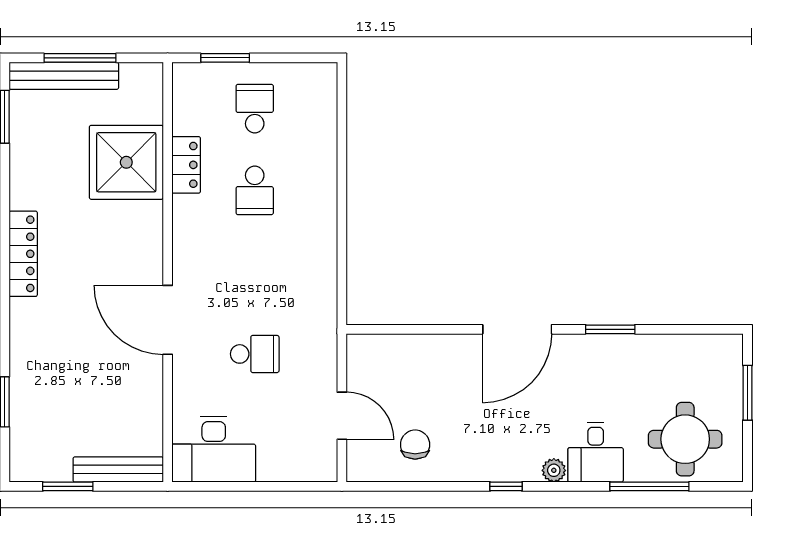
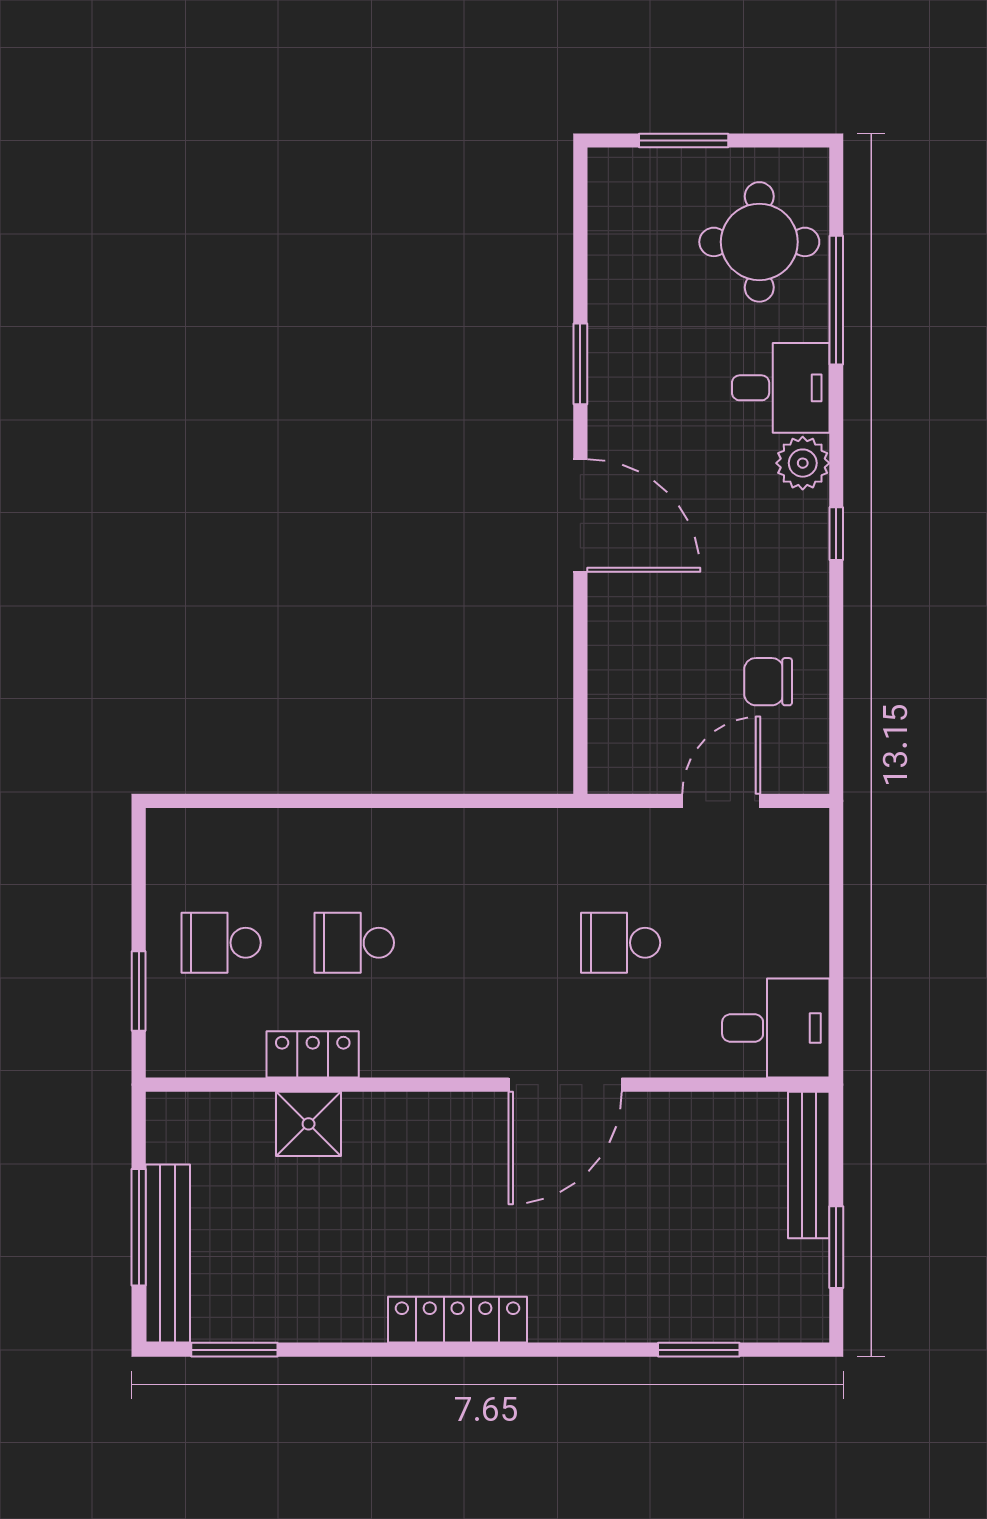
shower: (126, 162) -> (309, 1124), width x0.54, depth x0.54
school desk: (255, 190) -> (354, 943), turned 180
school desk: (255, 354) -> (621, 943), turned -90
desk: (214, 449) -> (776, 1028), width x0.73
plant: (554, 470) -> (803, 463), width x1.38, depth x1.38

